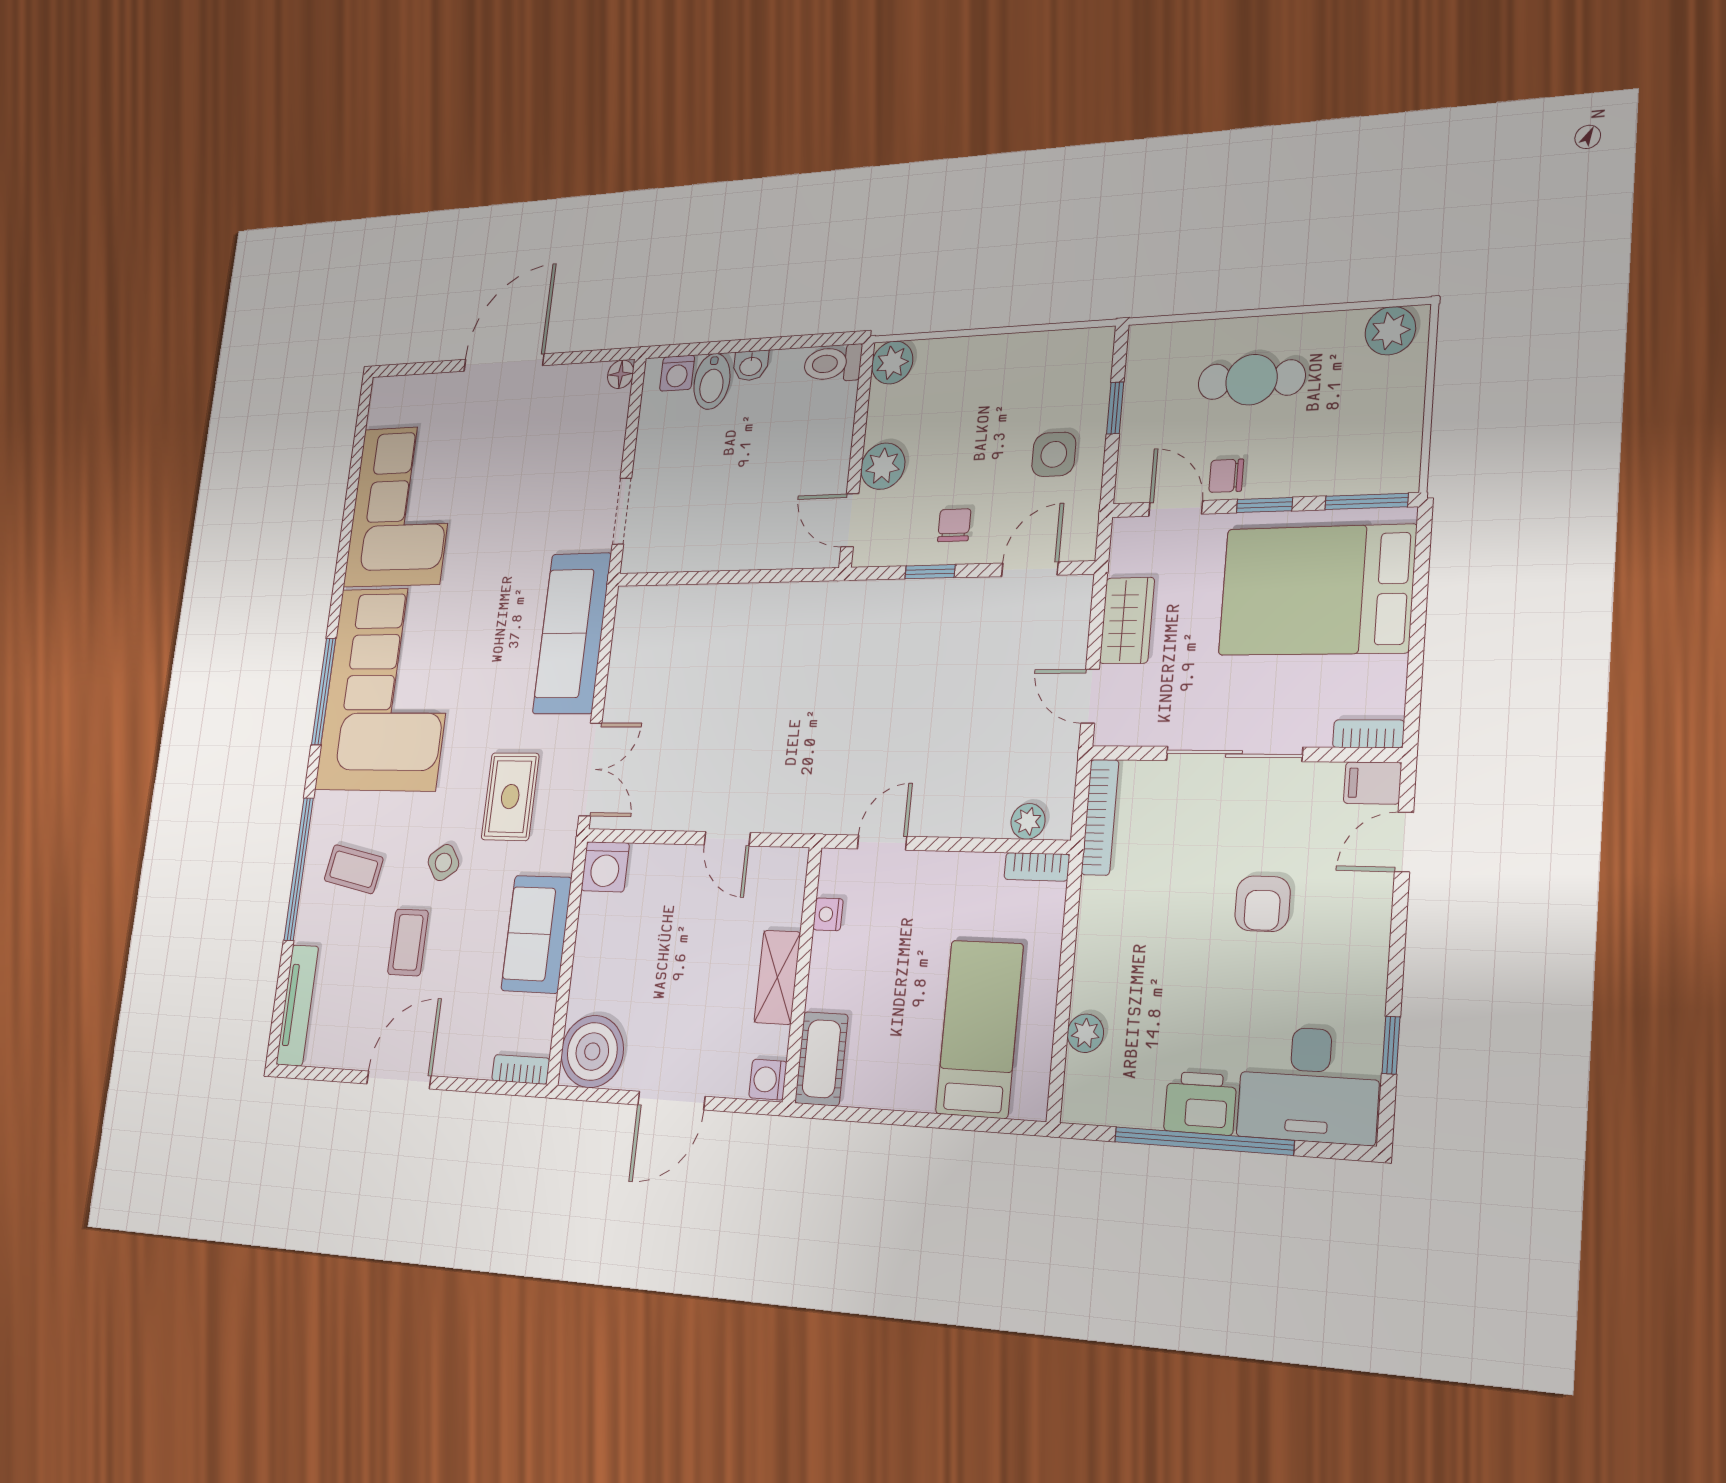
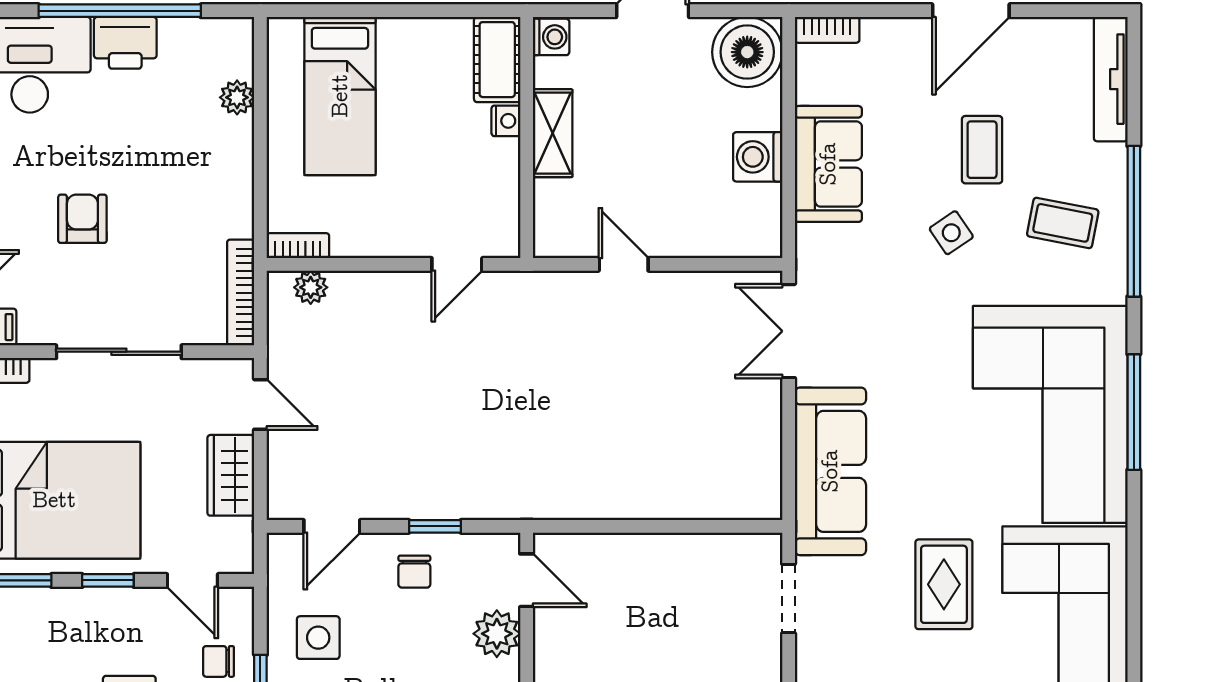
chair: (1226, 476) -> (218, 661), moved, turned 180
rug: (510, 797) -> (944, 584), moved
washing machine: (605, 867) -> (758, 157), moved, turned -90
nightstand: (828, 914) -> (506, 121), moved

